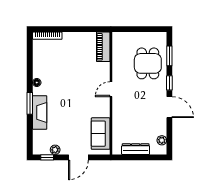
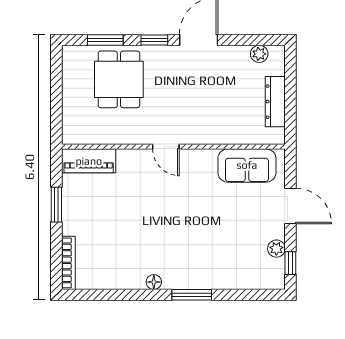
window: (79, 29) -> (56, 205), added
dining table: (148, 63) -> (119, 79), turned 90
fireplace: (40, 112) -> (208, 277), removed

